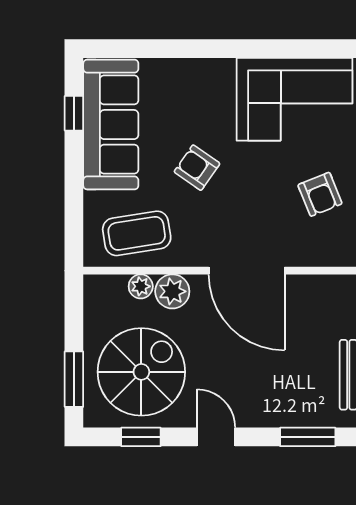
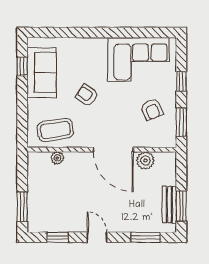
sofa: (111, 125) -> (42, 73), width x0.73
plant: (172, 291) -> (145, 161), moved
spiral stairs: (141, 372) -> (58, 203), removed

